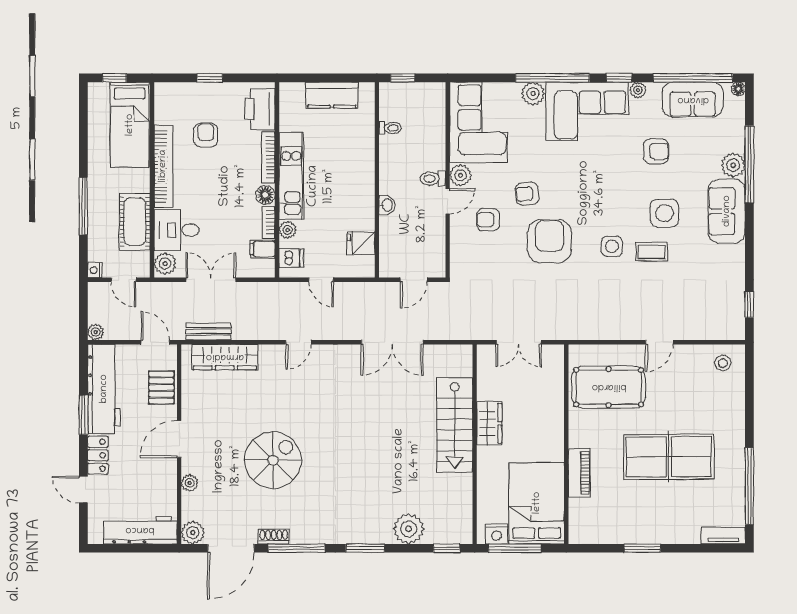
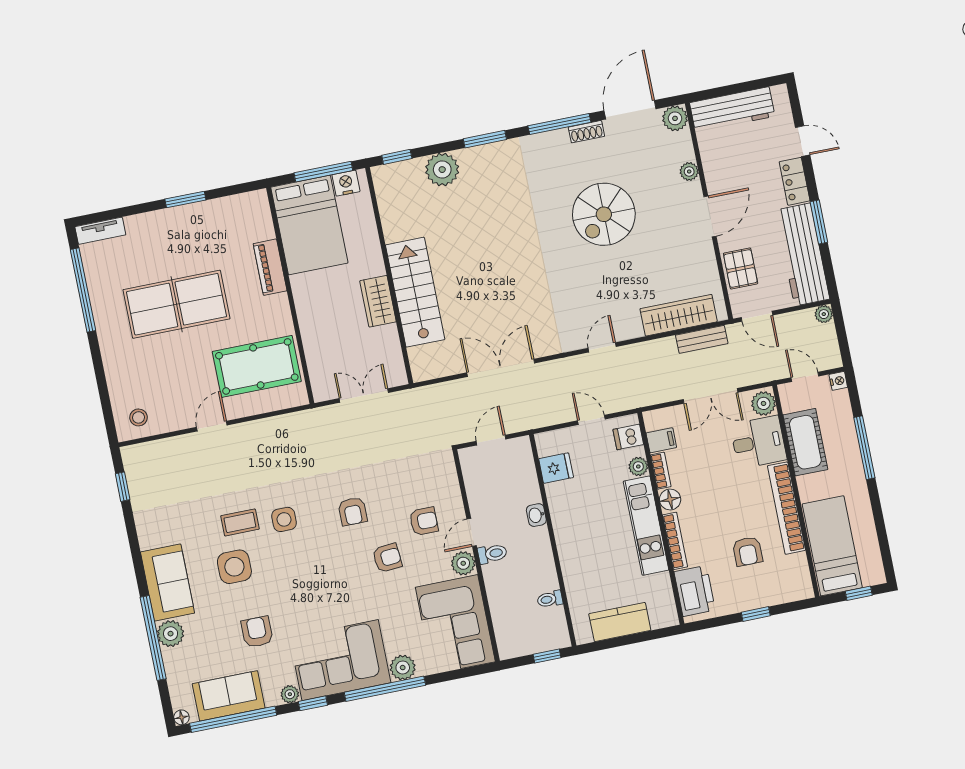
armchair: (656, 151) -> (257, 632), turned 90
armchair: (549, 241) -> (353, 511), width x0.53, depth x0.53

